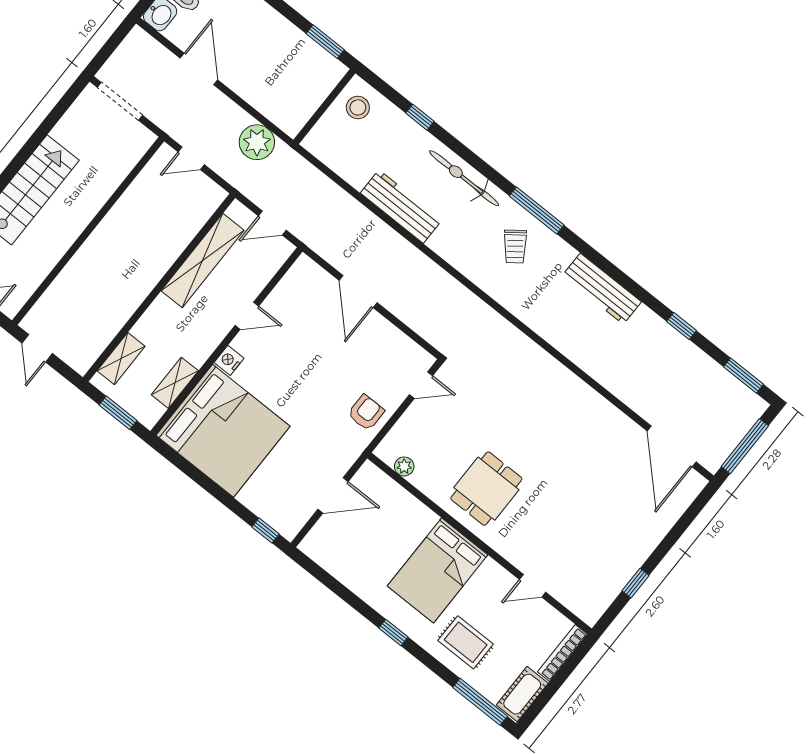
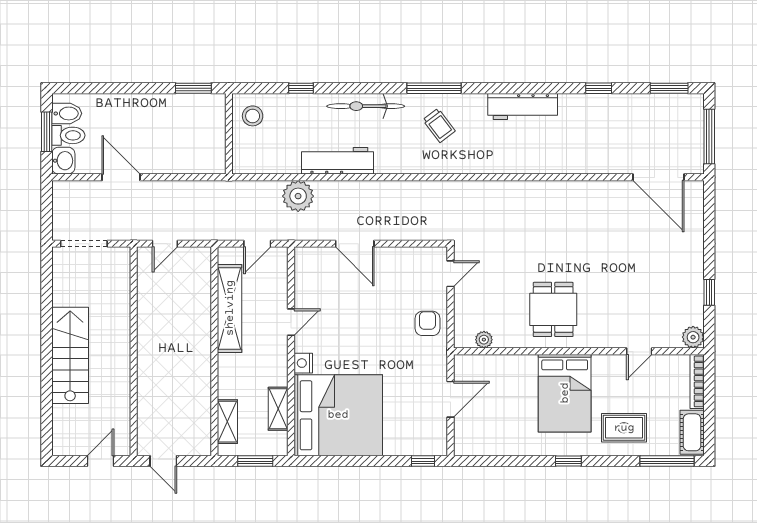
plant: (257, 142) -> (298, 196), moved
plant: (590, 611) -> (693, 337), added

